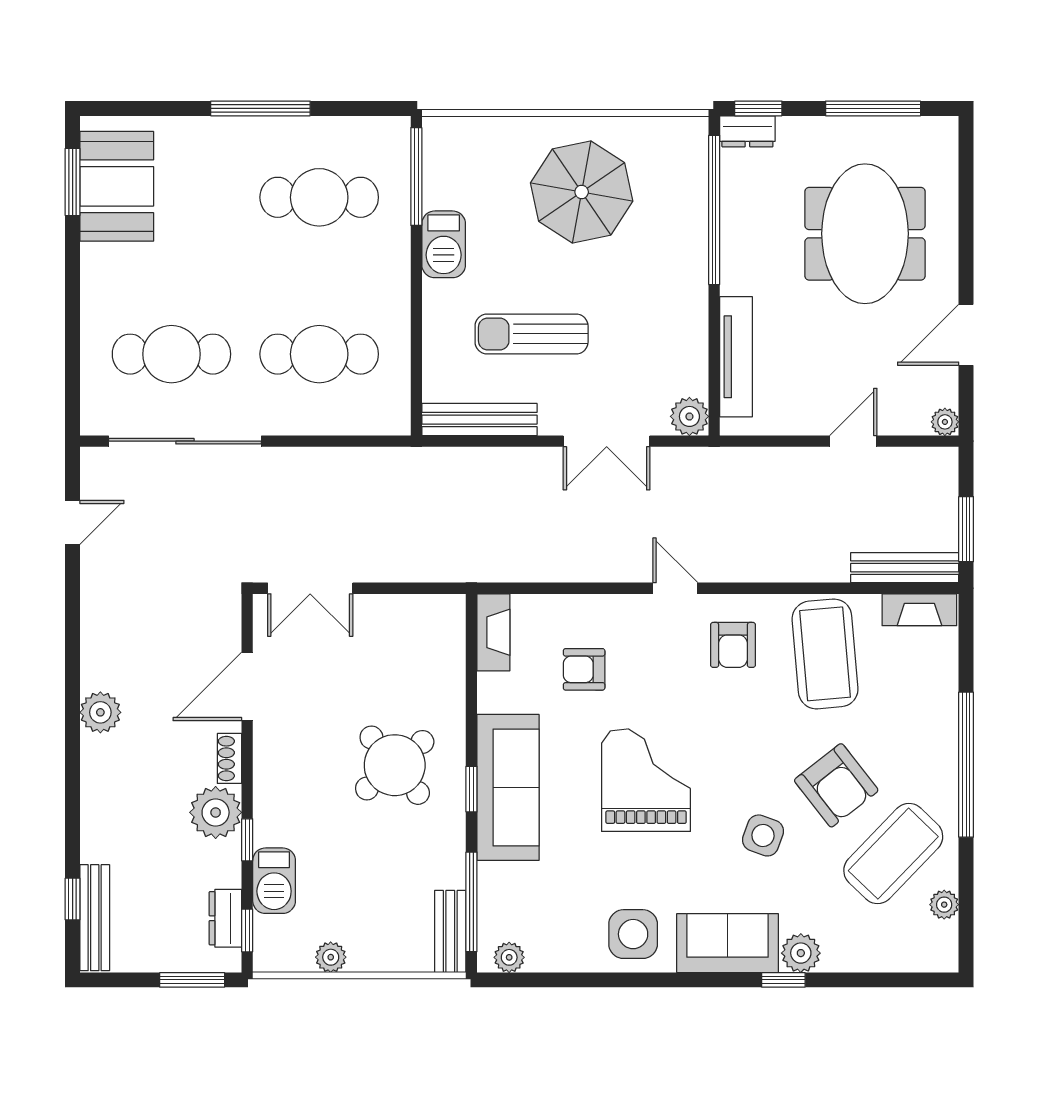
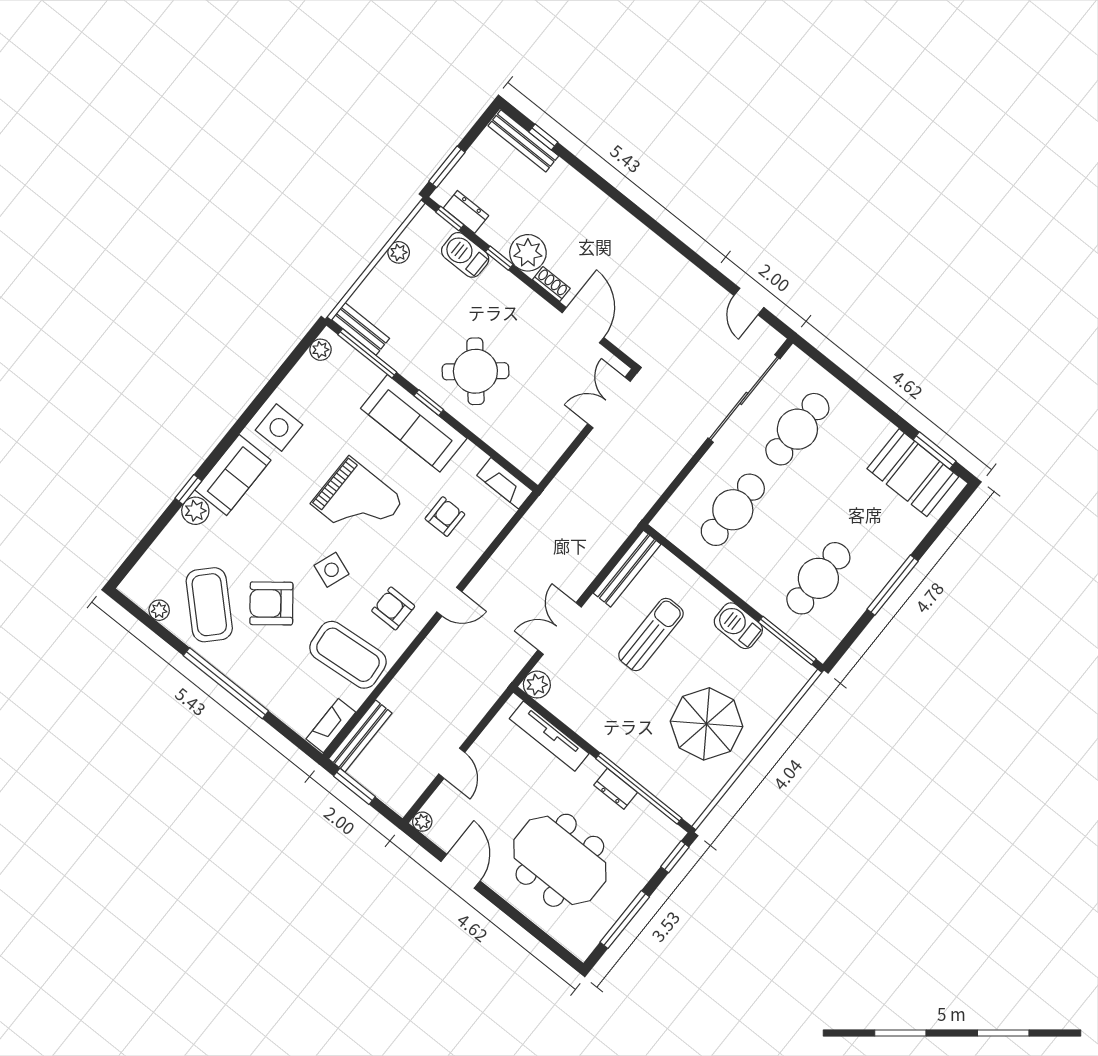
dresser: (747, 131) -> (616, 789), moved, turned -90
plant: (100, 712) -> (633, 234), removed
side table: (763, 835) -> (332, 570), moved

